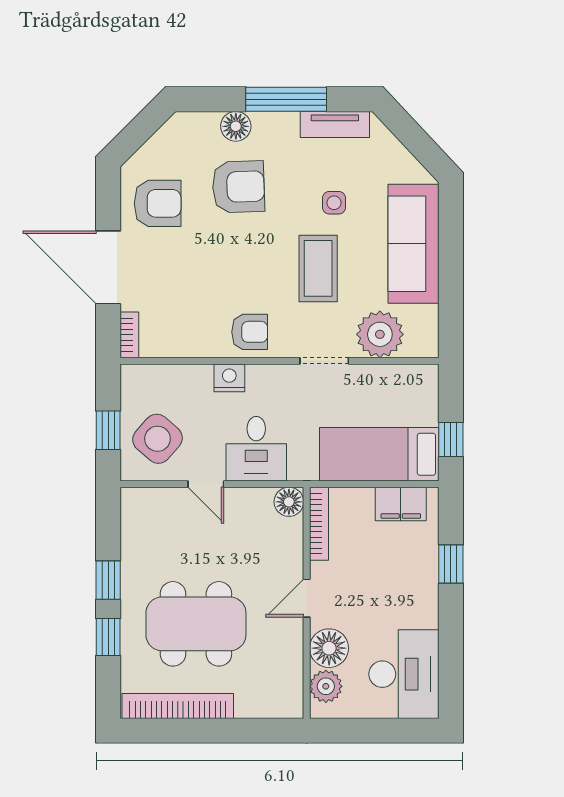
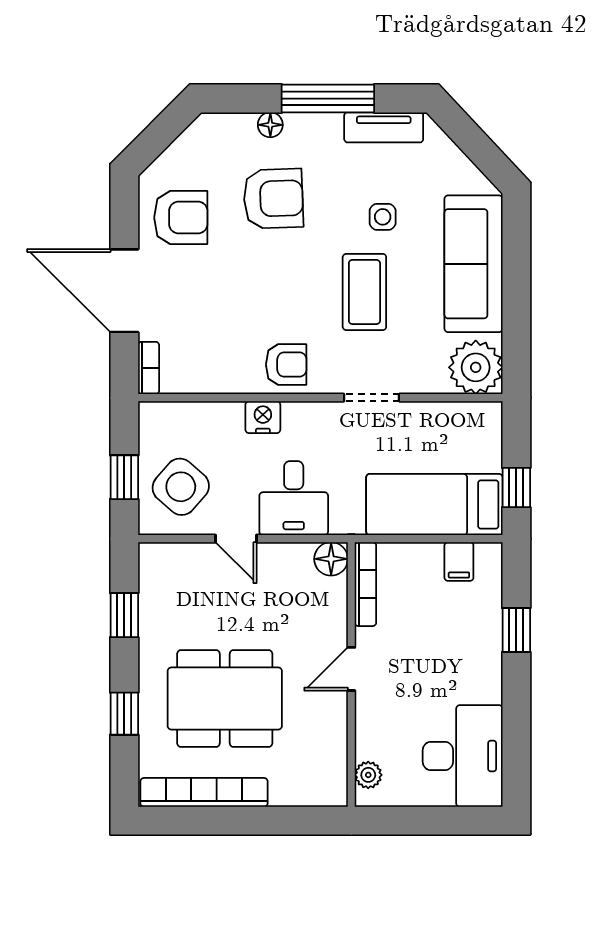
floor lamp: (236, 126) -> (270, 125), width x0.73, depth x0.73
plant: (380, 334) -> (476, 367), moved
filing cabinet: (401, 504) -> (459, 561), width x0.50
window: (108, 580) -> (124, 615), moved
floor lamp: (329, 648) -> (377, 726), removed
plant: (326, 686) -> (368, 775), width x0.73, depth x0.73

